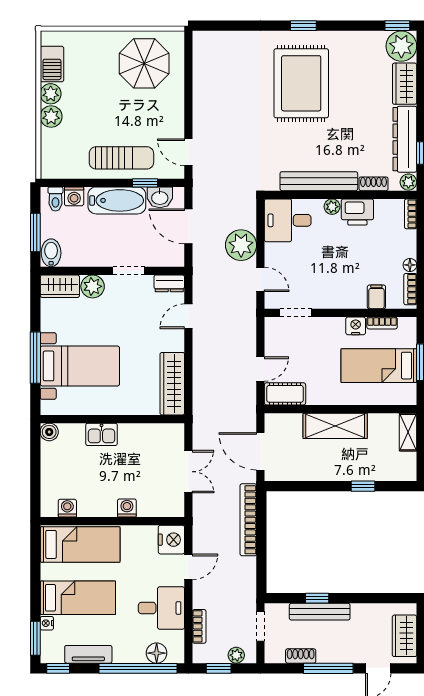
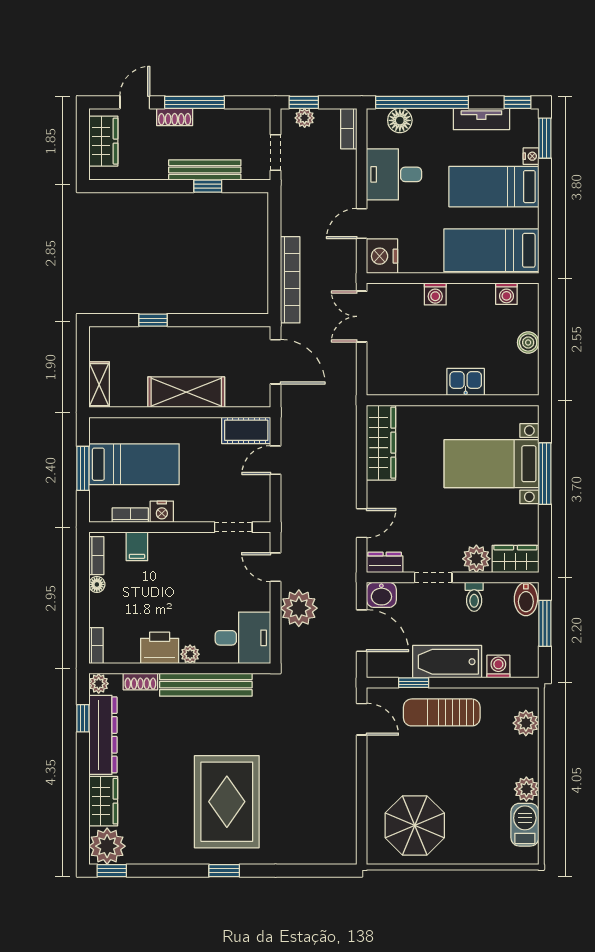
plant: (51, 117) -> (526, 723), moved
washbasin: (160, 197) -> (381, 595), moved, turned 180
toilet: (55, 199) -> (474, 597), moved, turned 180
boiler: (49, 432) -> (528, 342), moved
double door: (188, 472) -> (362, 316), moved
bookcase: (199, 626) -> (349, 129), moved
shoe rack: (301, 656) -> (175, 117), moved
window: (219, 668) -> (304, 102), moved

